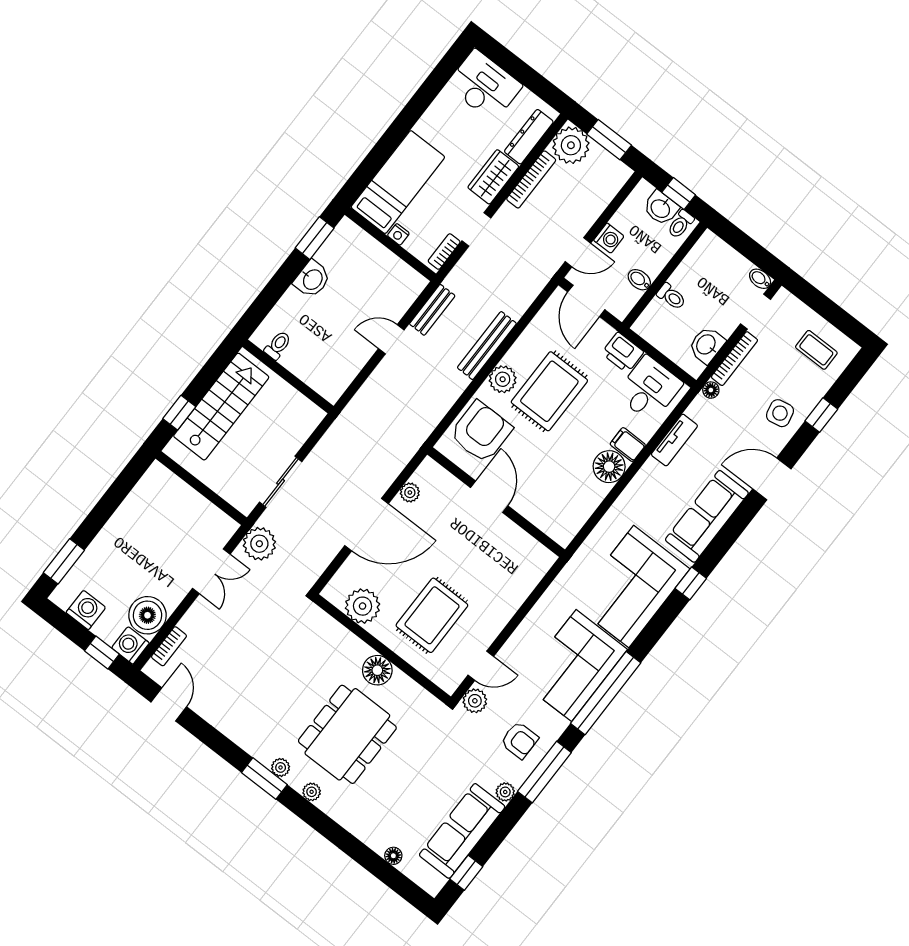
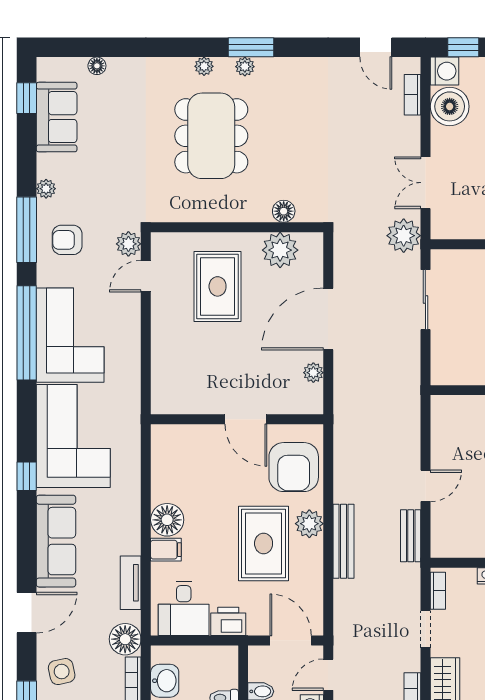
floor lamp: (711, 390) -> (125, 639), width x1.89, depth x1.89
floor lamp: (377, 670) -> (284, 211), moved, width x0.73, depth x0.73
sofa: (462, 831) -> (57, 117), width x0.73

